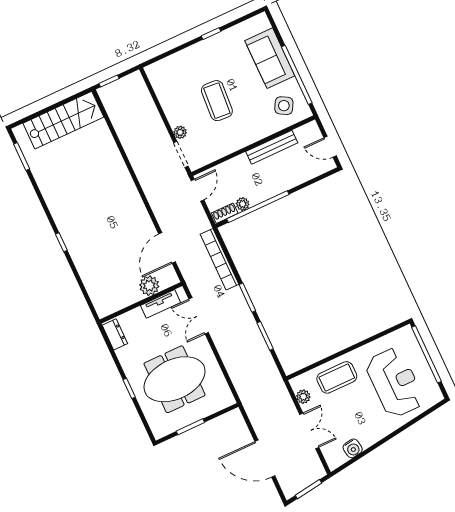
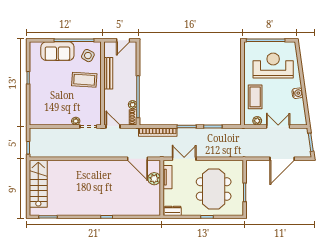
coffee table: (217, 101) -> (84, 80), moved
double door: (199, 316) -> (184, 159), swing flipped
water cooler: (353, 448) -> (297, 93), moved

